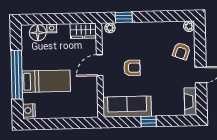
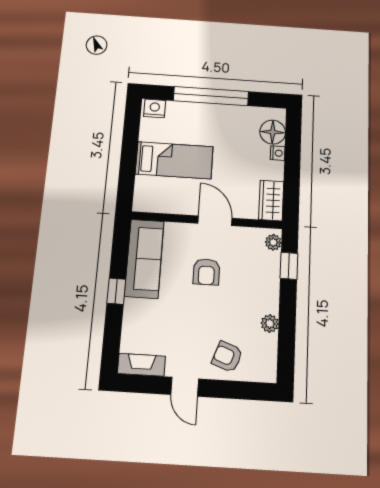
plant: (189, 26) -> (270, 324), moved
bed: (46, 81) -> (174, 160), moved, turned -90

